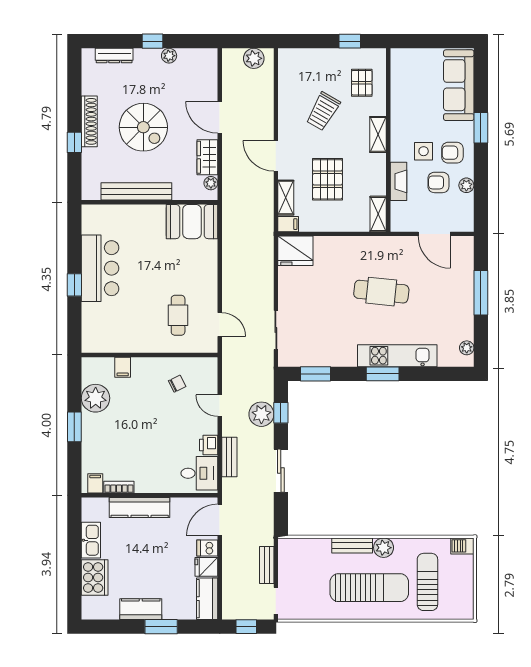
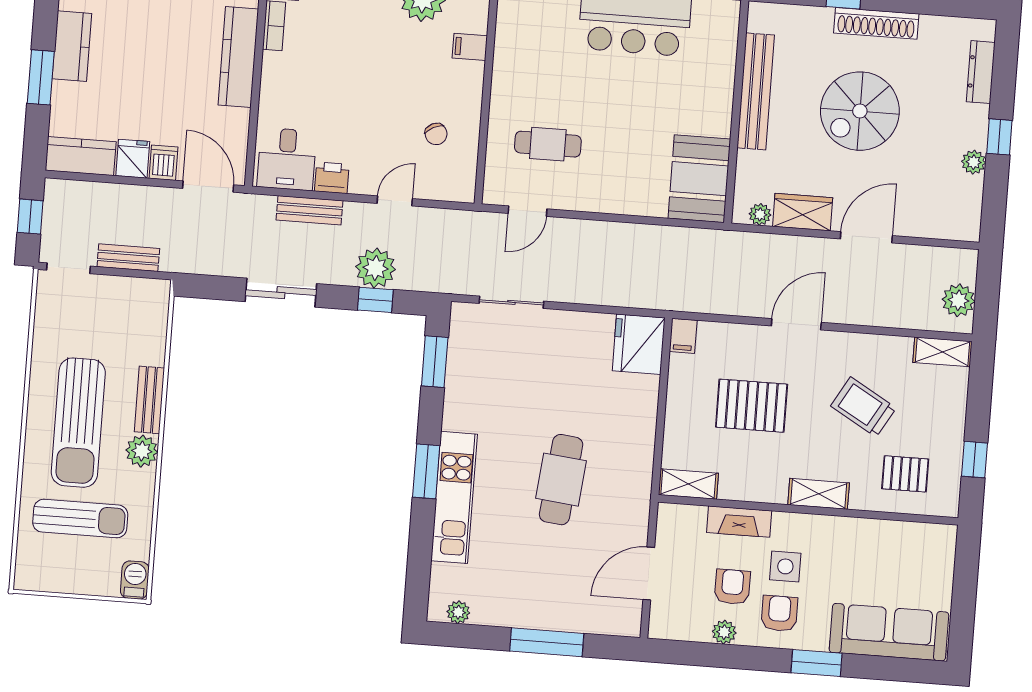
shelving: (286, 198) -> (943, 352), moved

